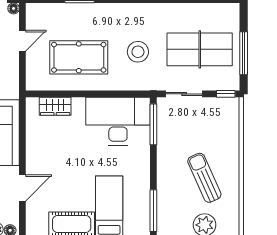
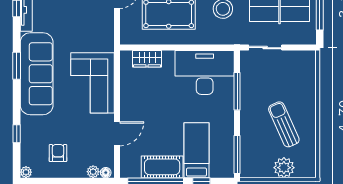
window: (226, 94) -> (303, 48), removed
window: (153, 124) -> (237, 91), moved

